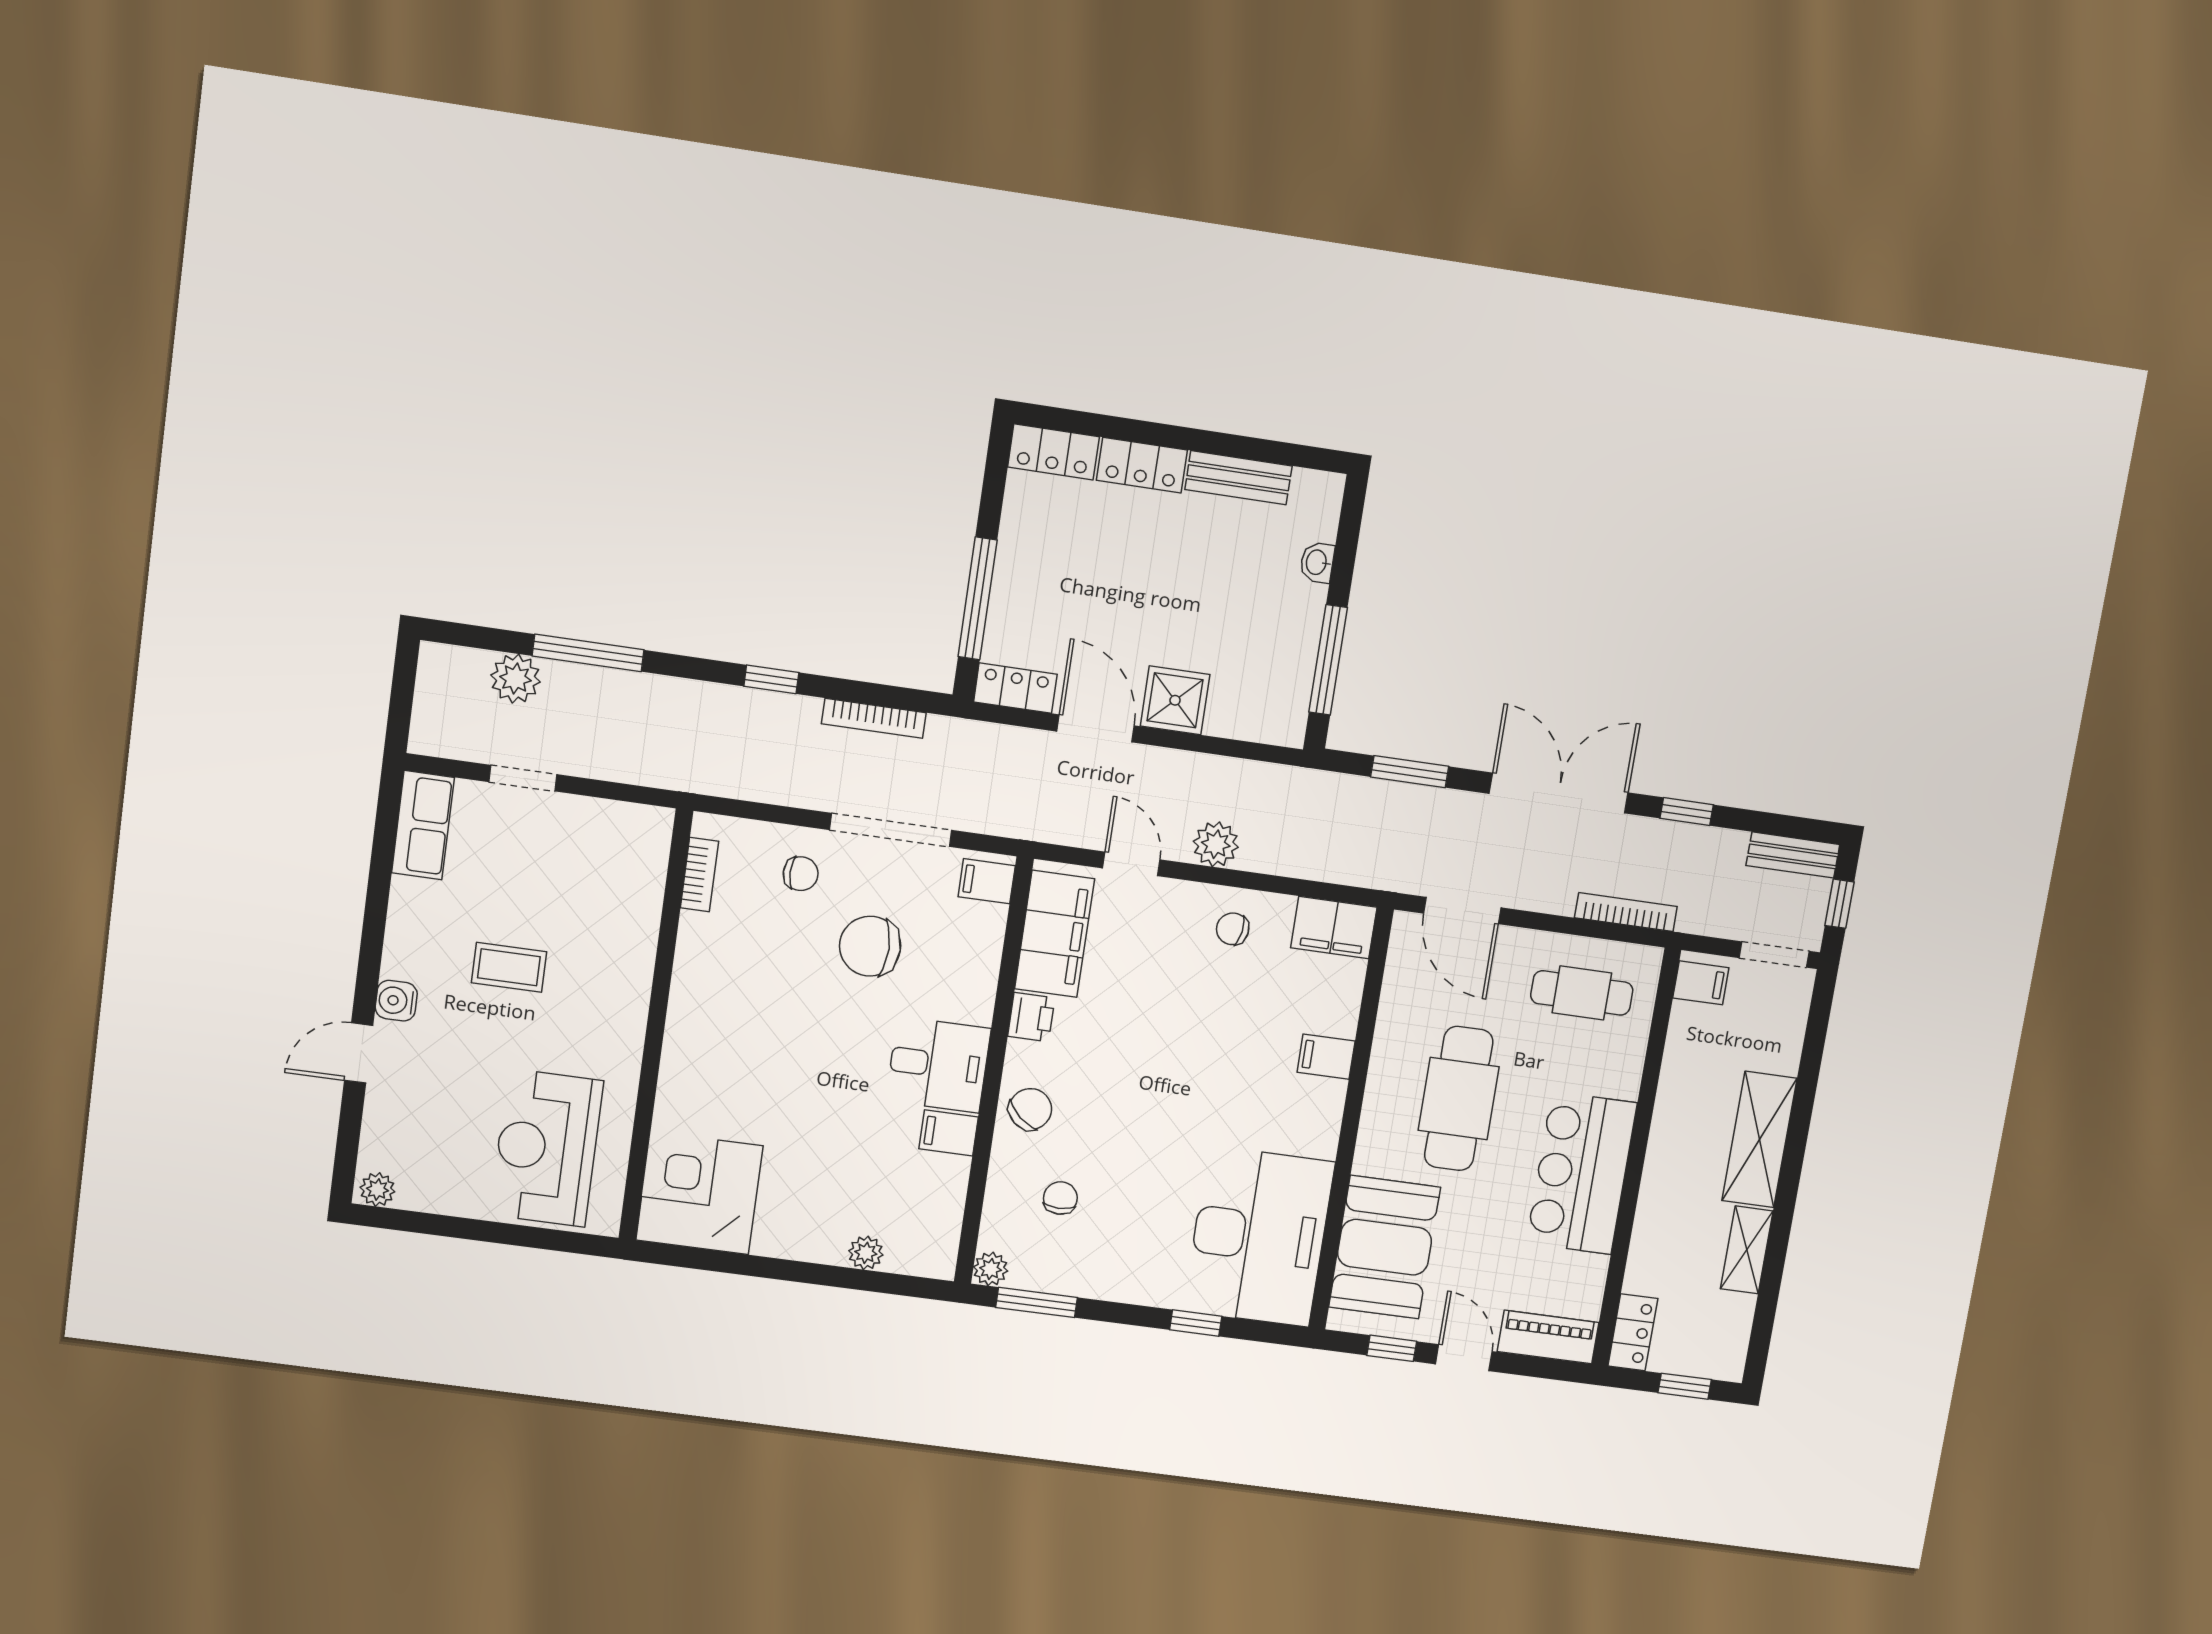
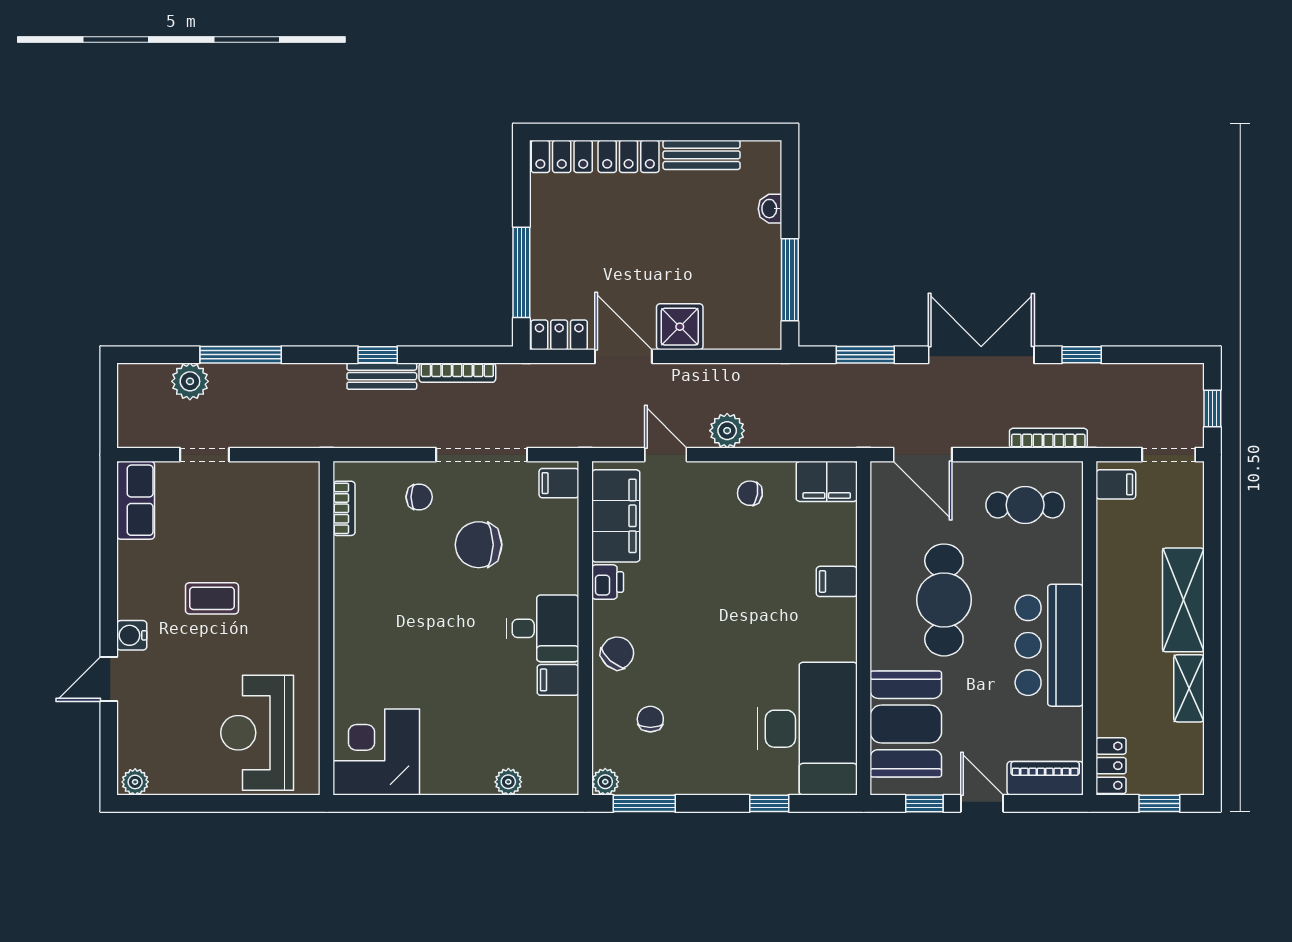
bench: (1793, 855) -> (382, 376), moved

